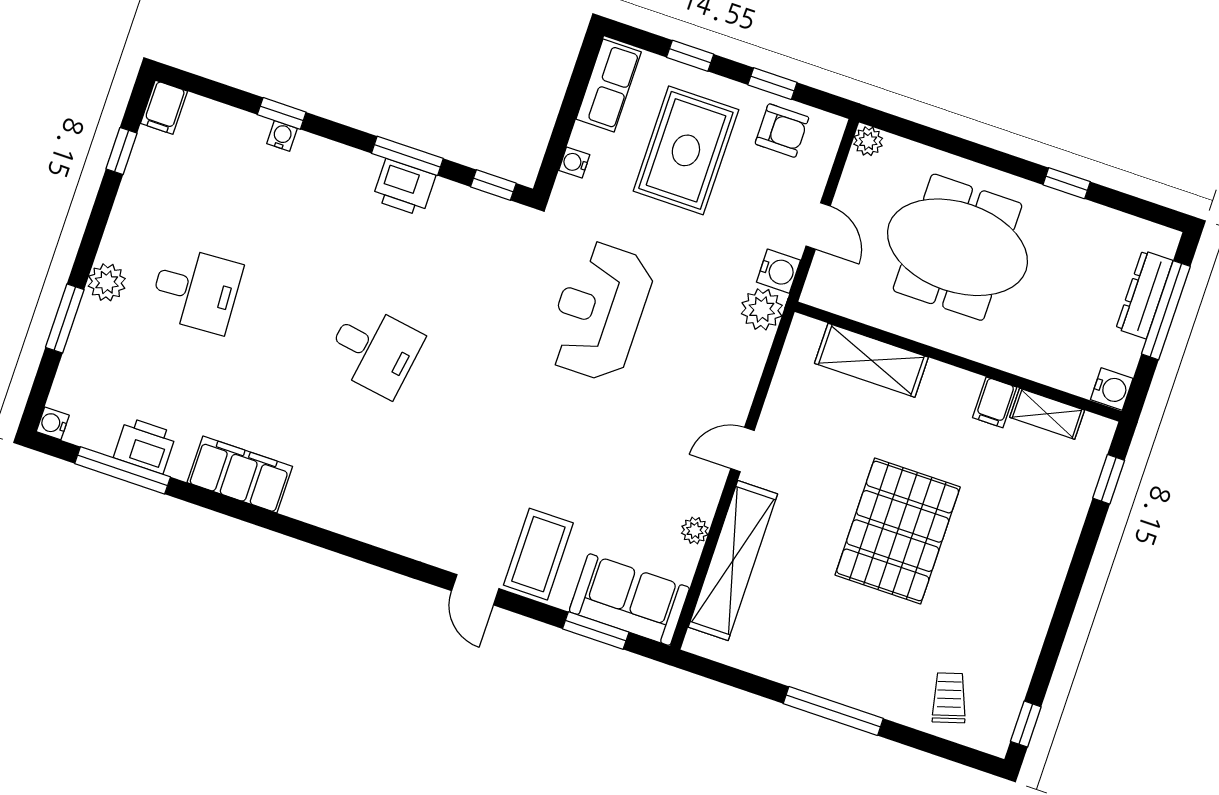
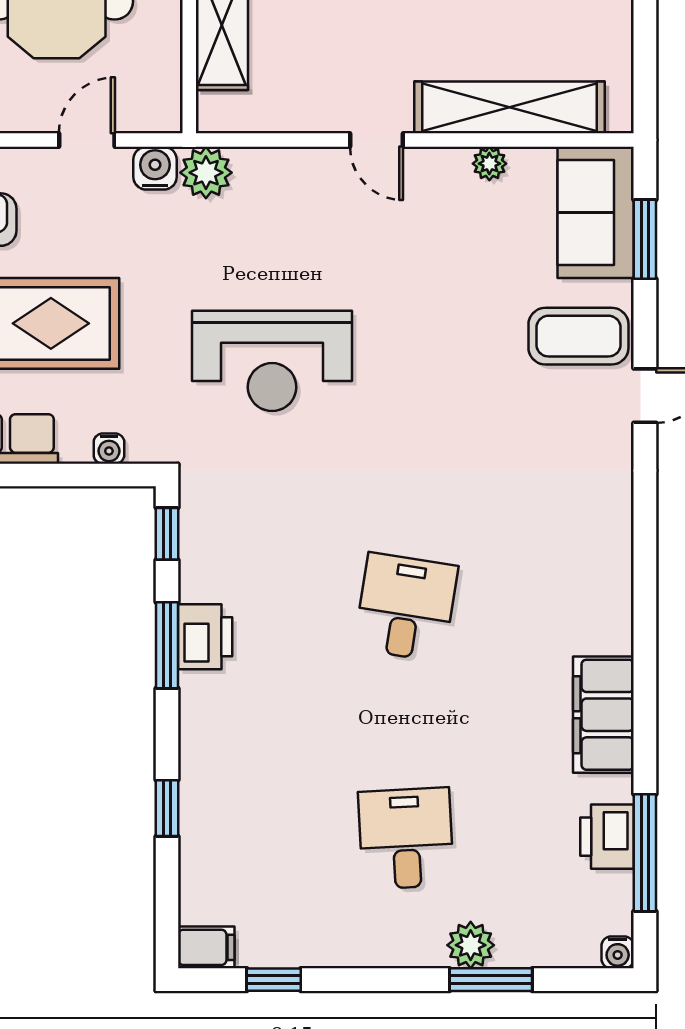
water cooler: (282, 136) -> (193, 799), removed
plant: (107, 282) -> (471, 945), moved

